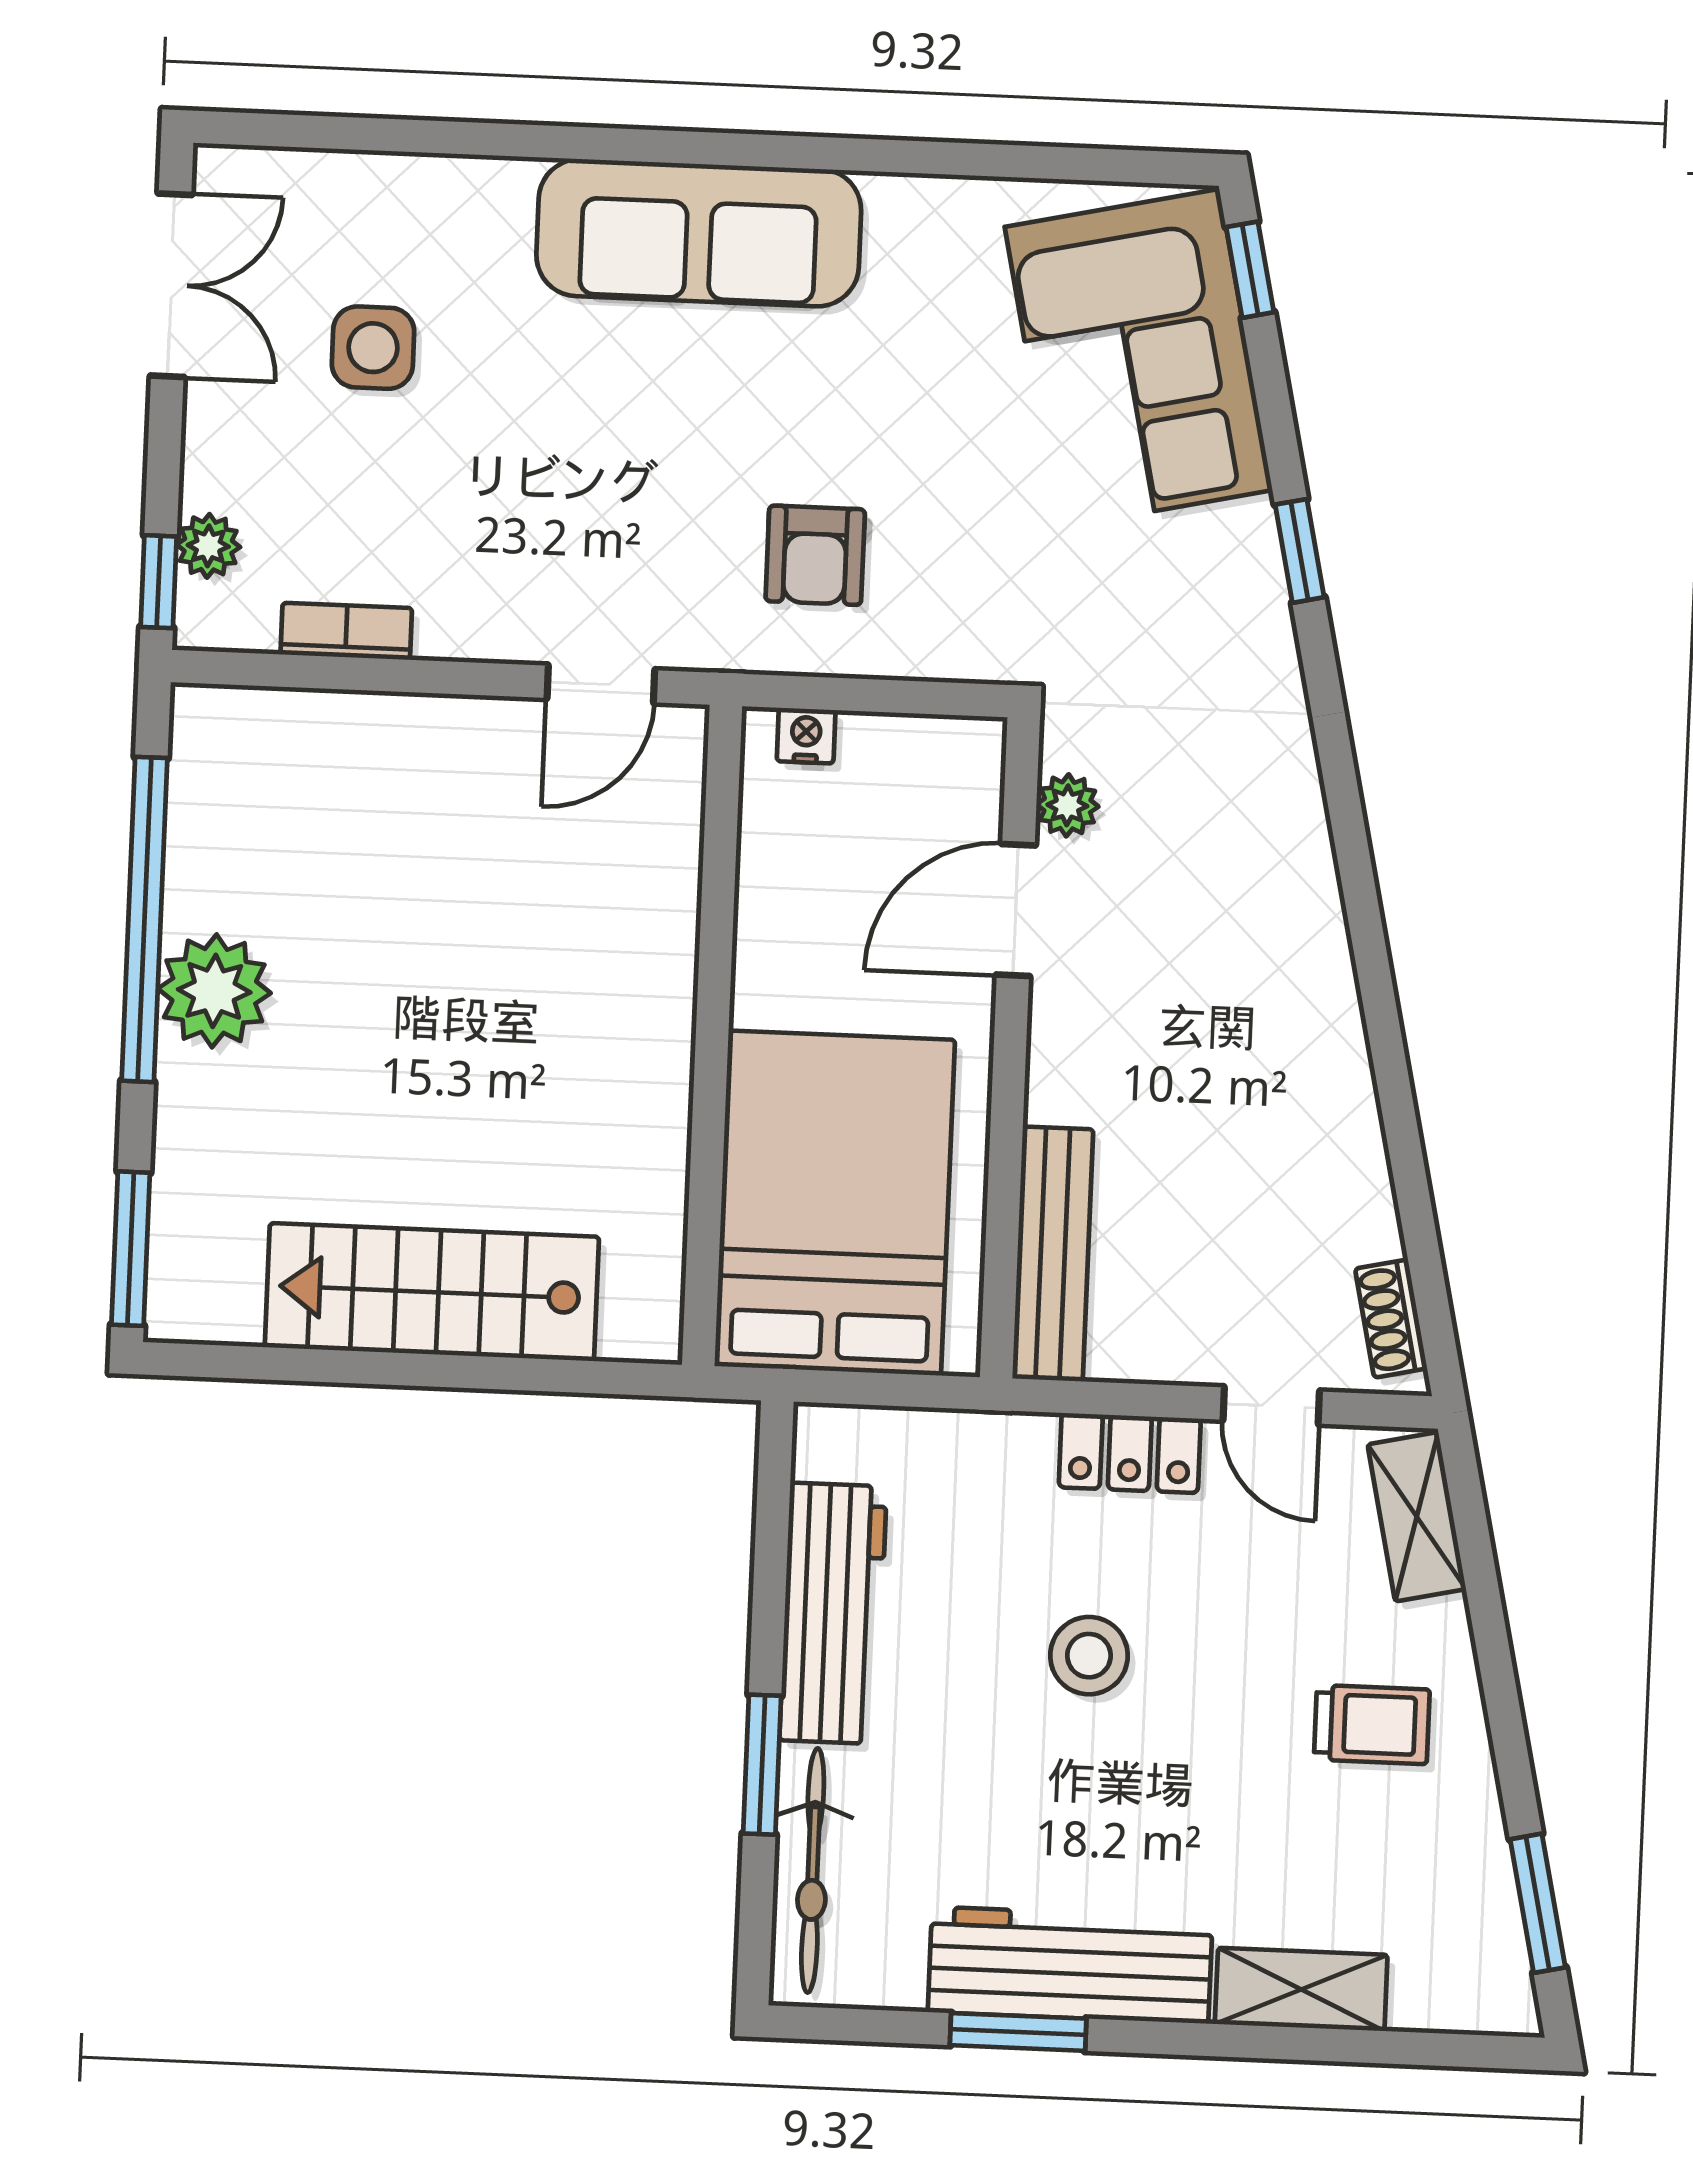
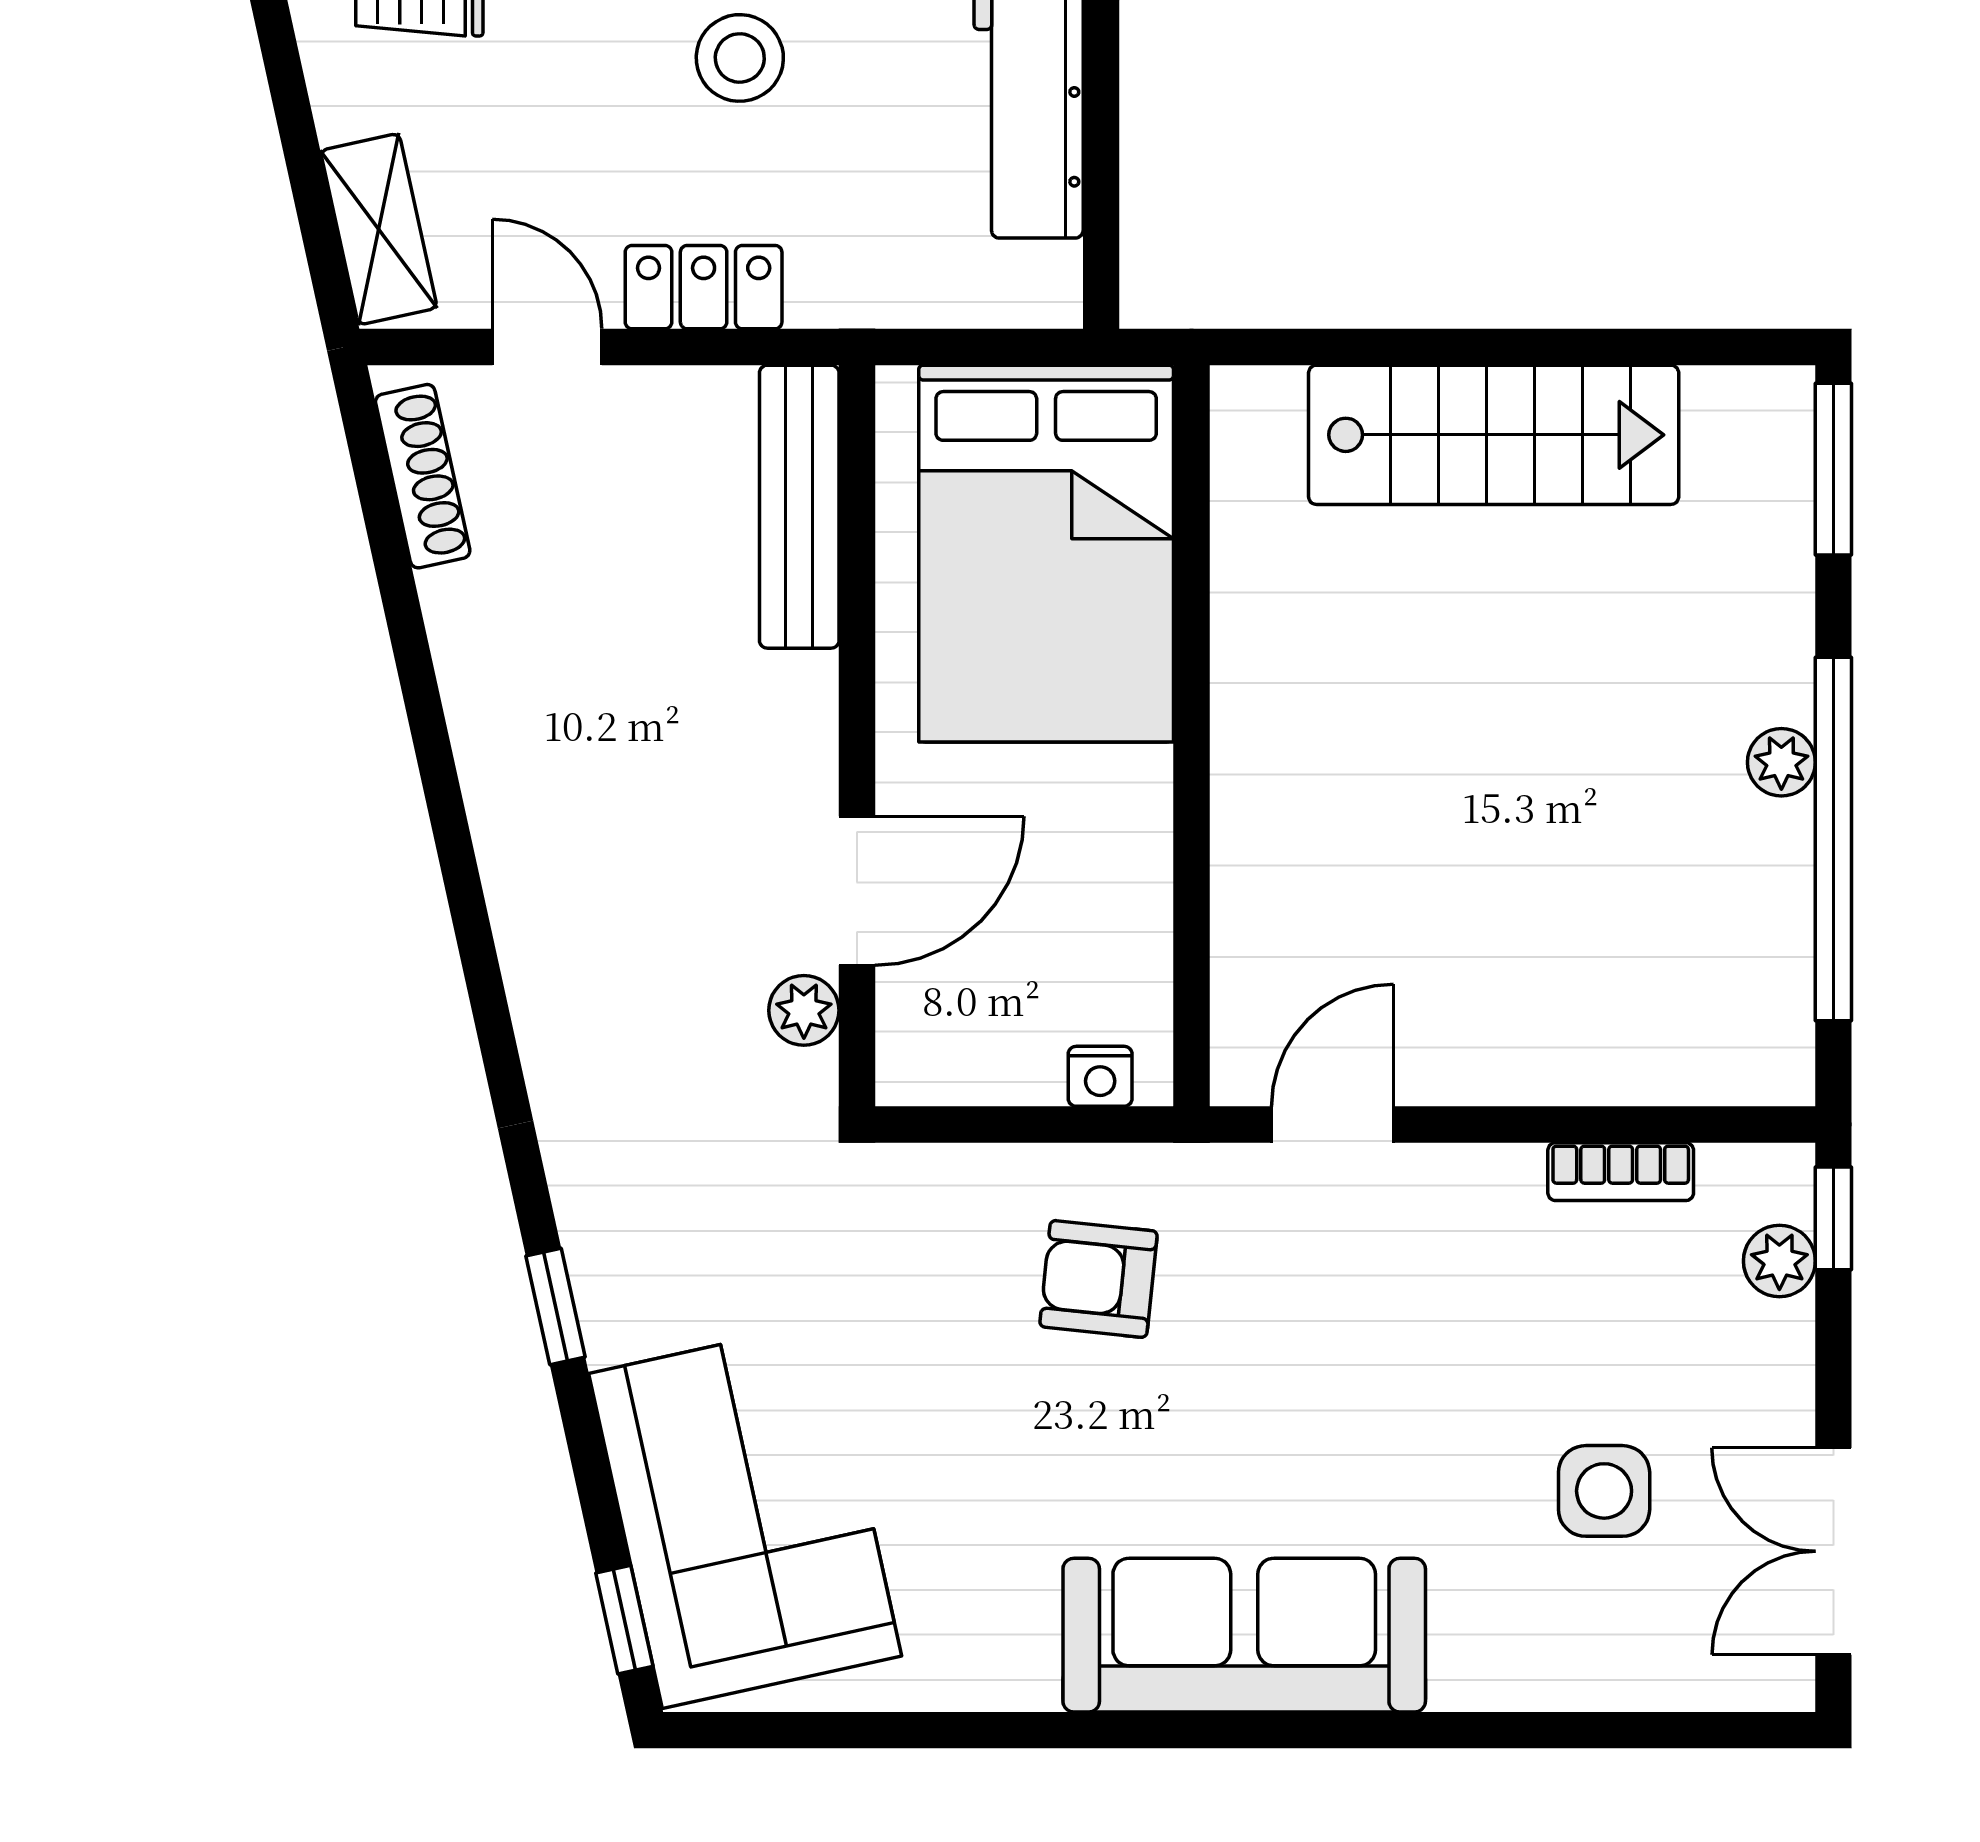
armchair: (815, 555) -> (1098, 1279), turned -84
plant: (214, 991) -> (1781, 762), width x0.53, depth x0.53
shoe rack: (1391, 1319) -> (423, 476), width x1.43

